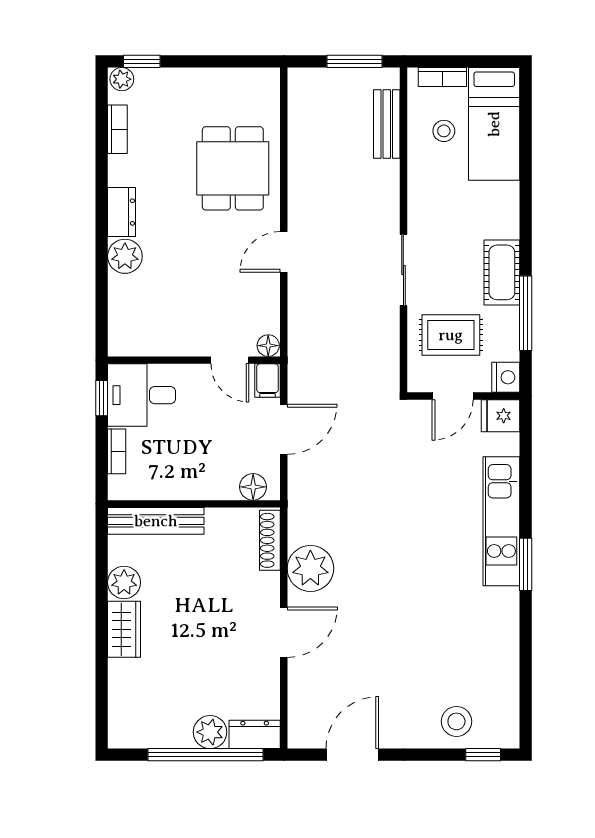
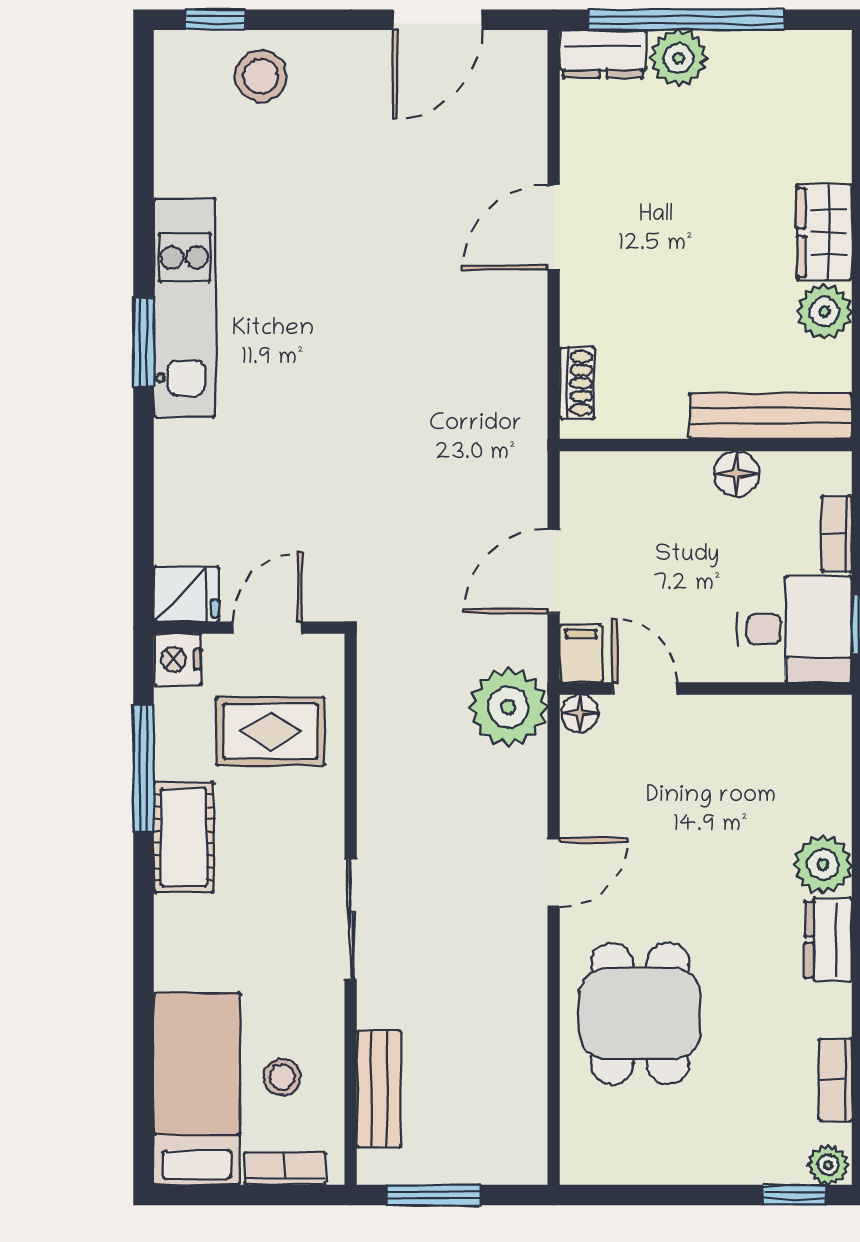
sliding door: (403, 270) -> (351, 919), moved
floor lamp: (253, 487) -> (736, 474), moved
kitchen unit: (501, 521) -> (185, 308), moved
shoe rack: (270, 540) -> (577, 383), width x0.70
plant: (310, 568) -> (508, 707), moved

